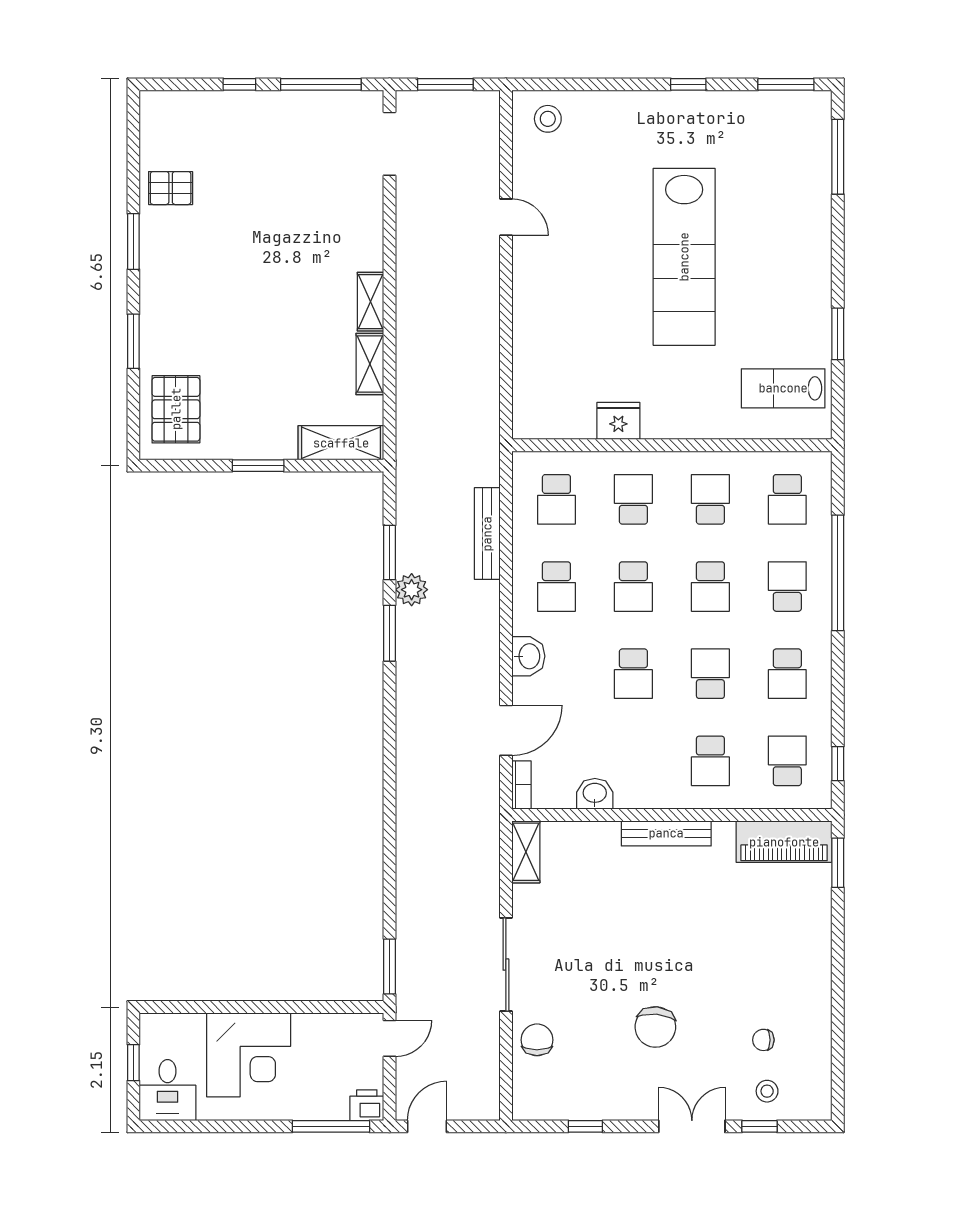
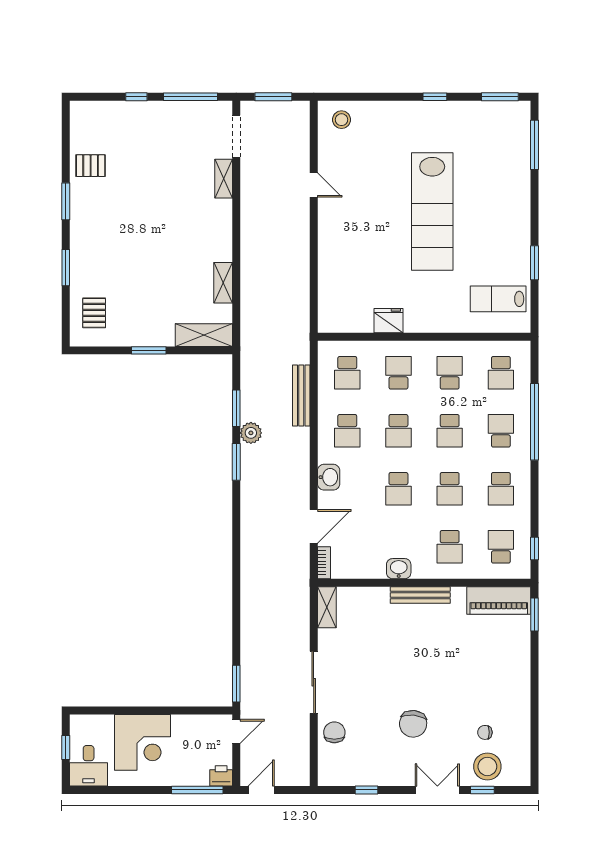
shelving: (370, 302) -> (224, 179), moved
pallet: (176, 409) -> (94, 313), width x0.67, depth x0.71
school desk: (710, 674) -> (450, 489), turned 180
washbasin: (595, 794) -> (399, 569), moved
stool: (767, 1091) -> (487, 766), width x1.89, depth x1.89

